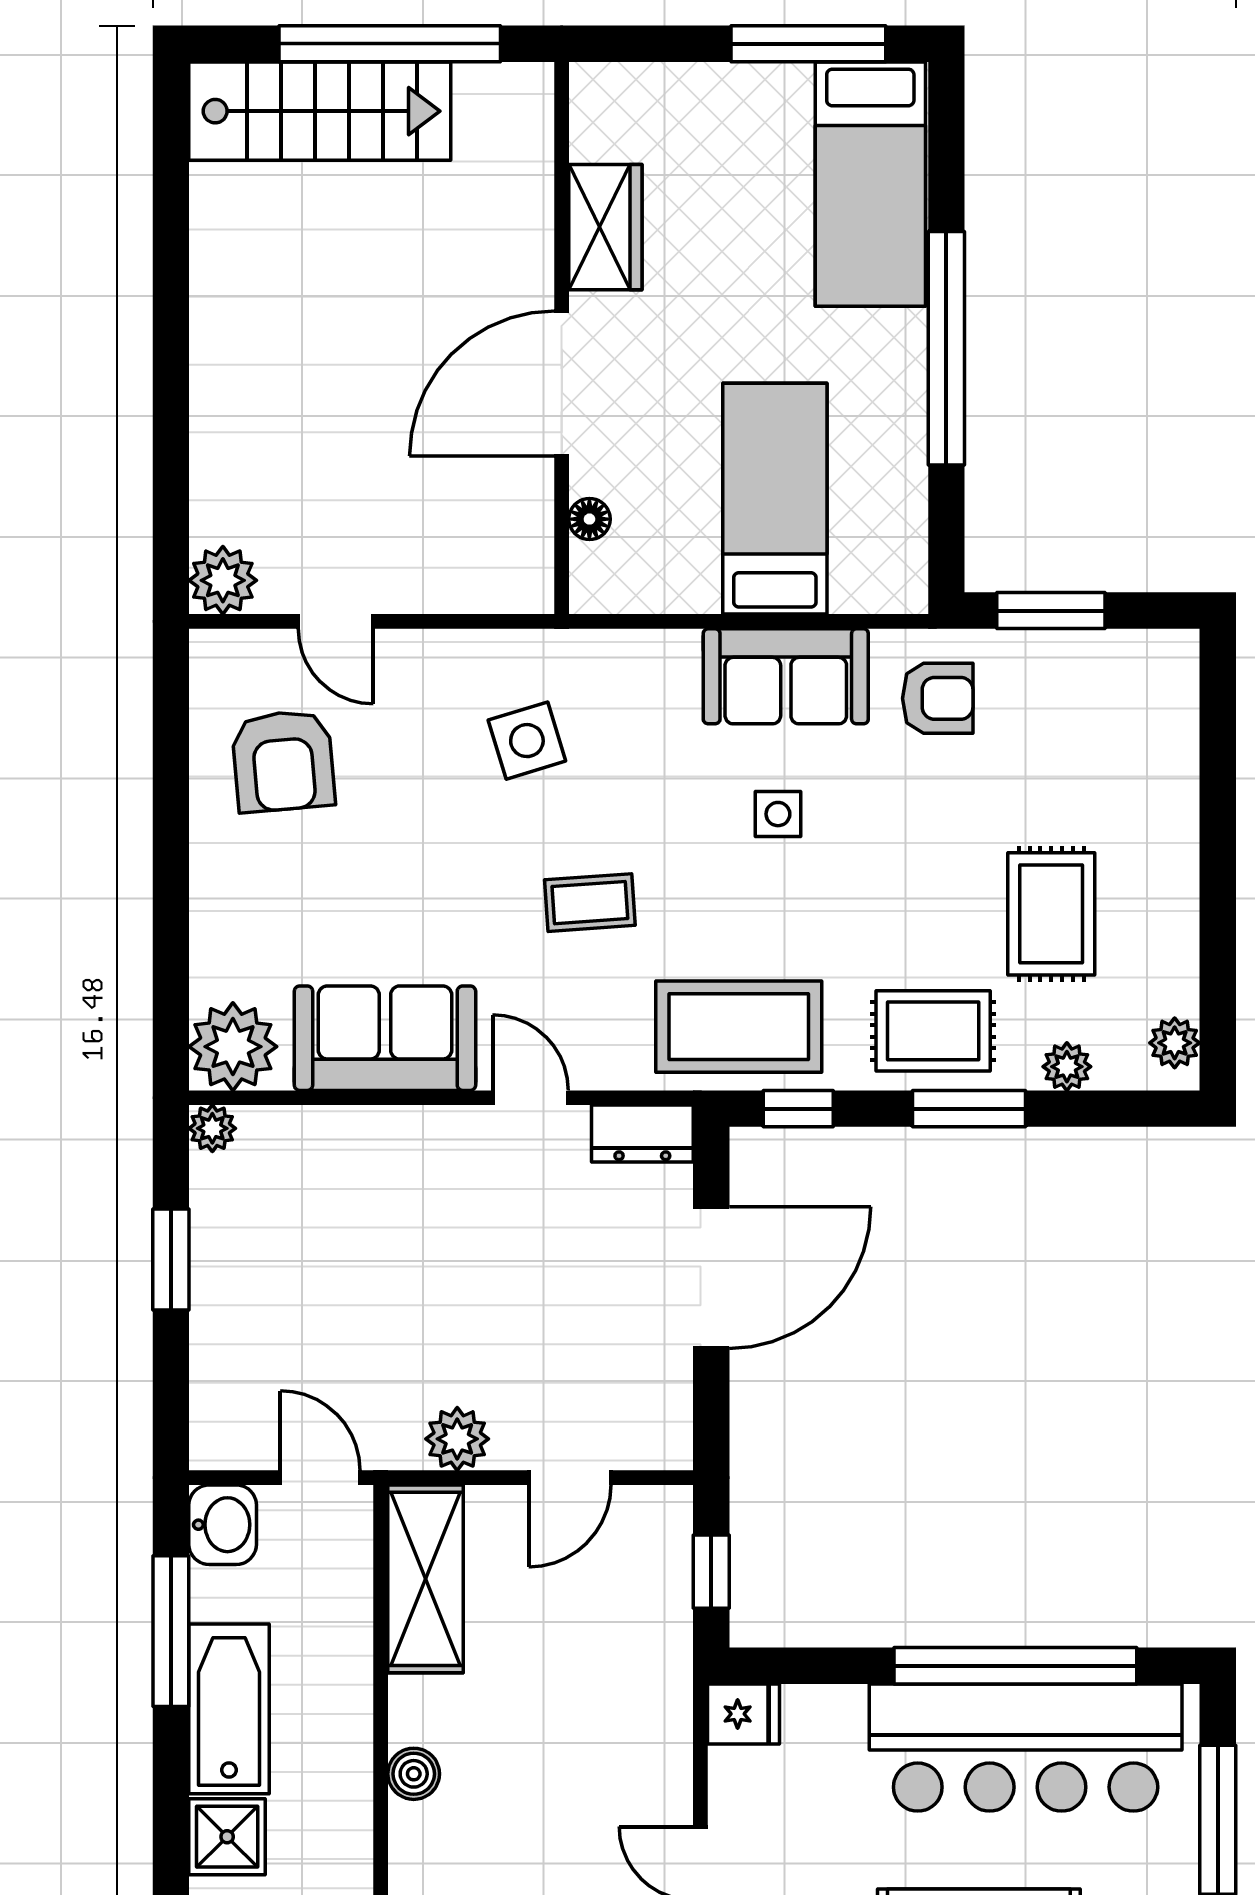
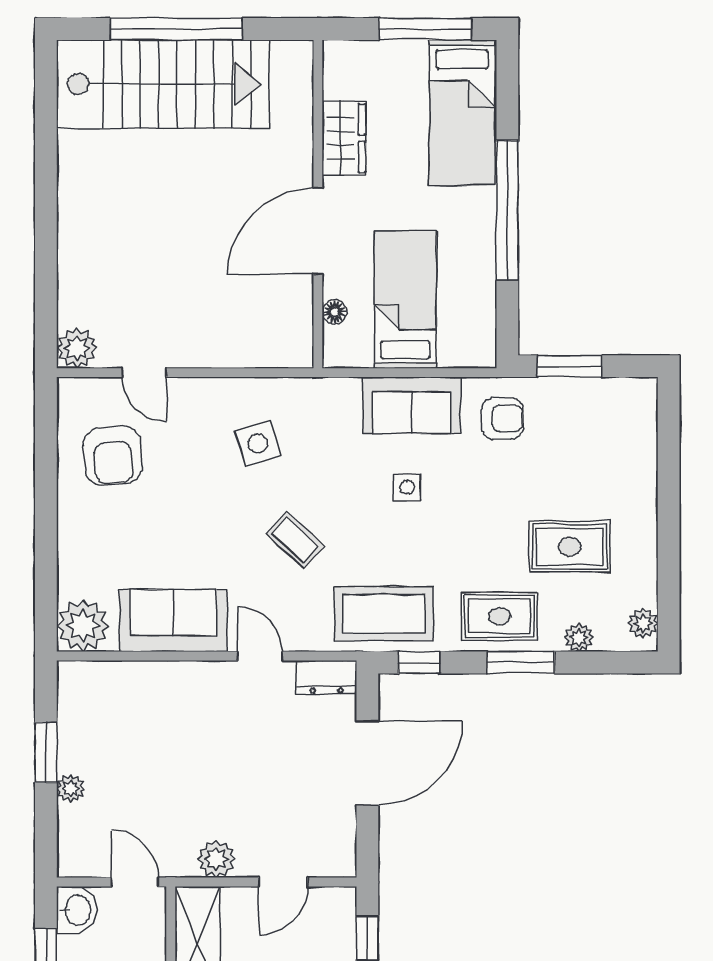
stairs: (320, 111) -> (163, 84), width x1.36, depth x1.51
wardrobe: (605, 227) -> (344, 138), moved
wall: (562, 338) -> (318, 204), moved
door: (562, 384) -> (318, 231), moved
floor lamp: (589, 519) -> (334, 312), moved
coffee table: (590, 903) -> (295, 540), turned 47
rug: (1051, 914) -> (570, 547), turned 90
plant: (212, 1128) -> (71, 788), moved

